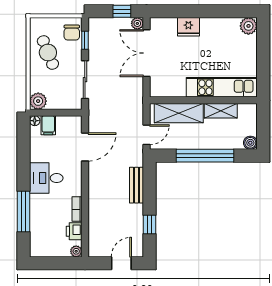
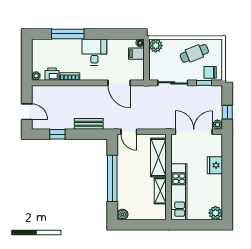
kitchen unit: (222, 87) -> (179, 192), moved
wall: (203, 100) -> (169, 177), moved
shelving: (221, 111) -> (160, 191), moved
shelving: (179, 113) -> (158, 157), moved

